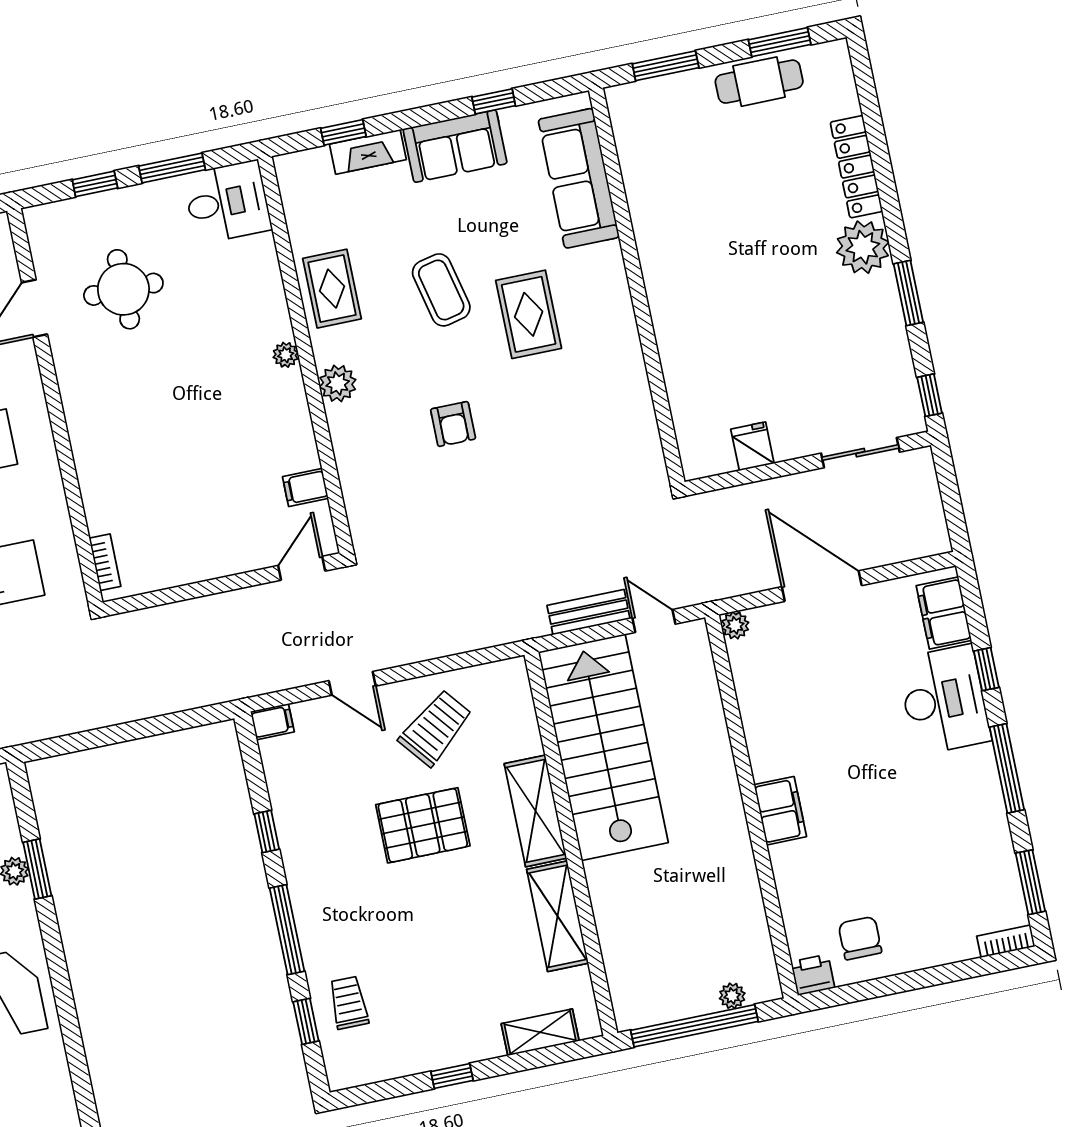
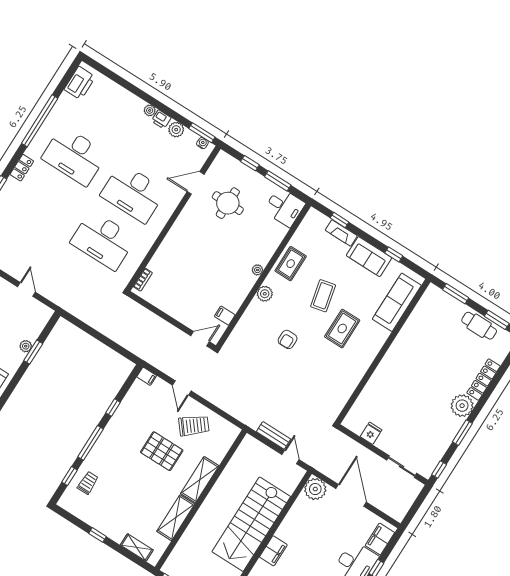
plant: (735, 625) -> (315, 489), width x1.88, depth x1.88
stairs: (603, 747) -> (251, 524), moved, turned 180

